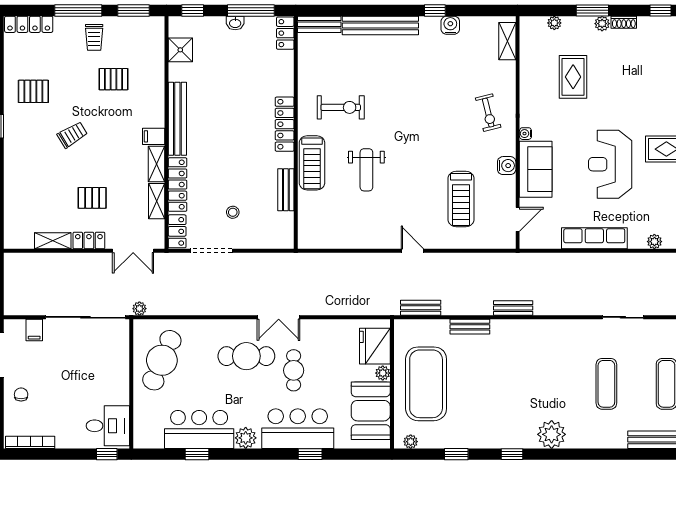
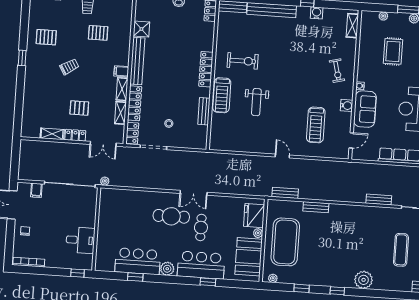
shower: (180, 50) -> (141, 29), moved
bench: (513, 308) -> (379, 199), moved
cafe table: (162, 360) -> (117, 215), removed
desk: (108, 426) -> (80, 240), moved

